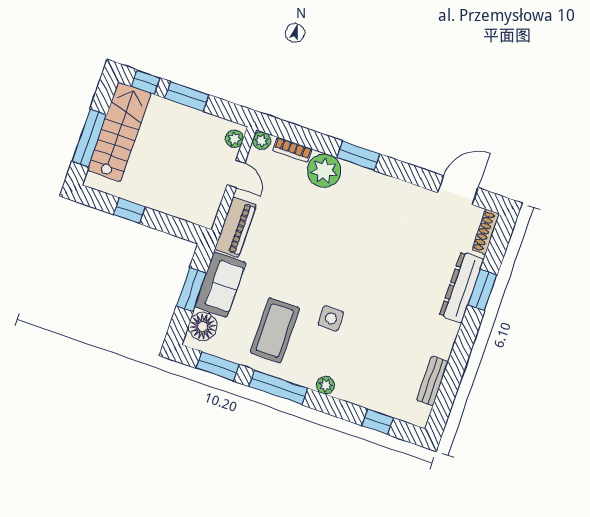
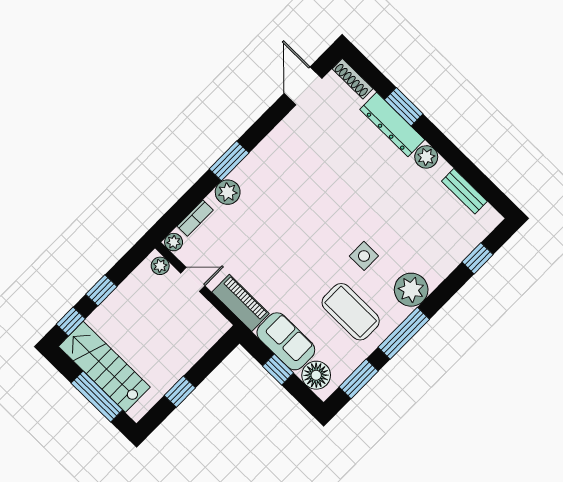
window: (187, 96) -> (101, 290), width x0.67
plant: (324, 171) -> (228, 192), width x0.73, depth x0.73
window: (191, 290) -> (278, 370), width x0.67
plant: (447, 332) -> (426, 157), added
plant: (326, 385) -> (411, 290), width x1.88, depth x1.88

